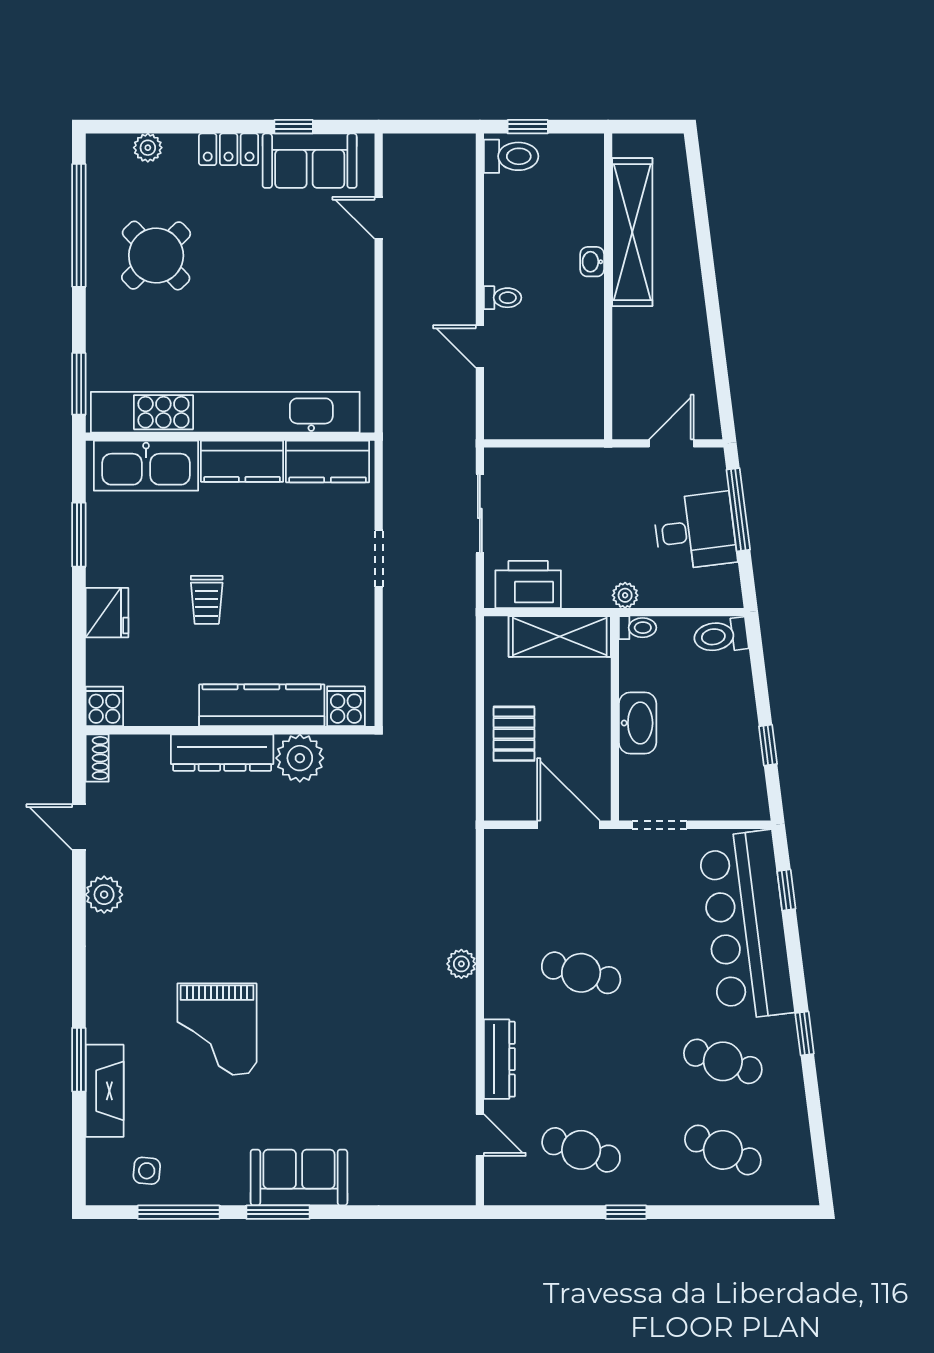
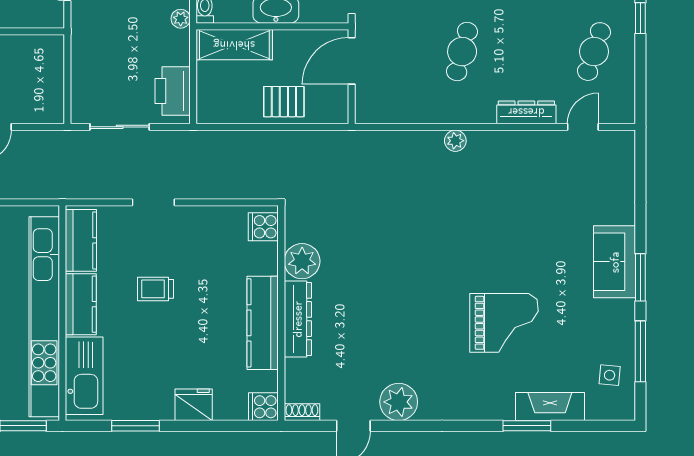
trolley: (207, 600) -> (156, 289), moved, turned 180
shelving: (560, 637) -> (234, 45), moved, turned 90
kitchen counter: (262, 705) -> (263, 323), moved
plant: (104, 895) -> (399, 402), width x1.36, depth x1.36

